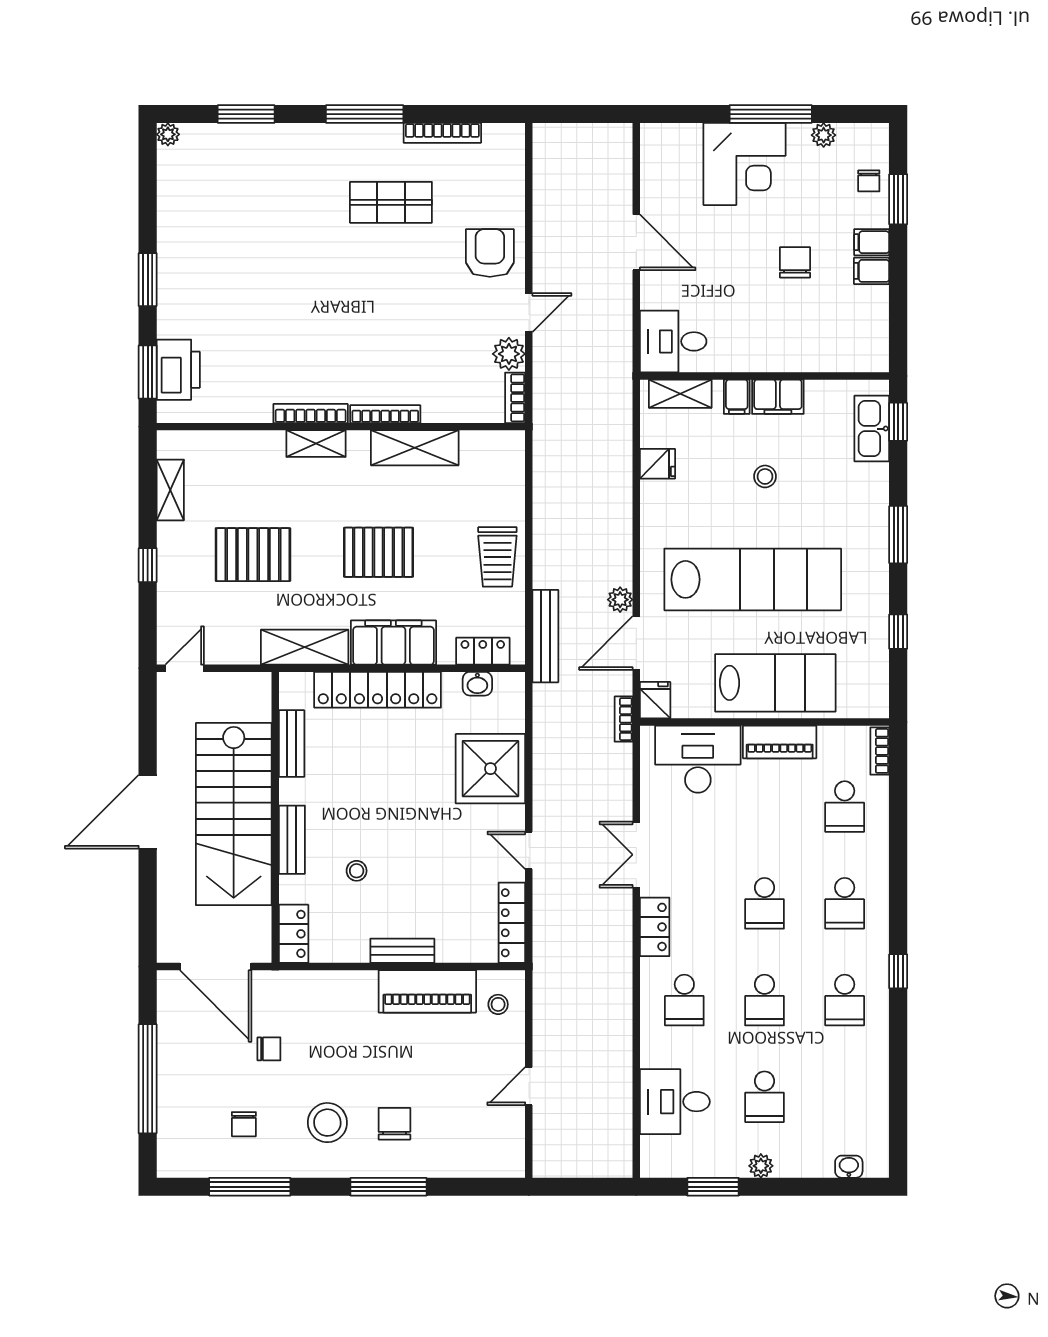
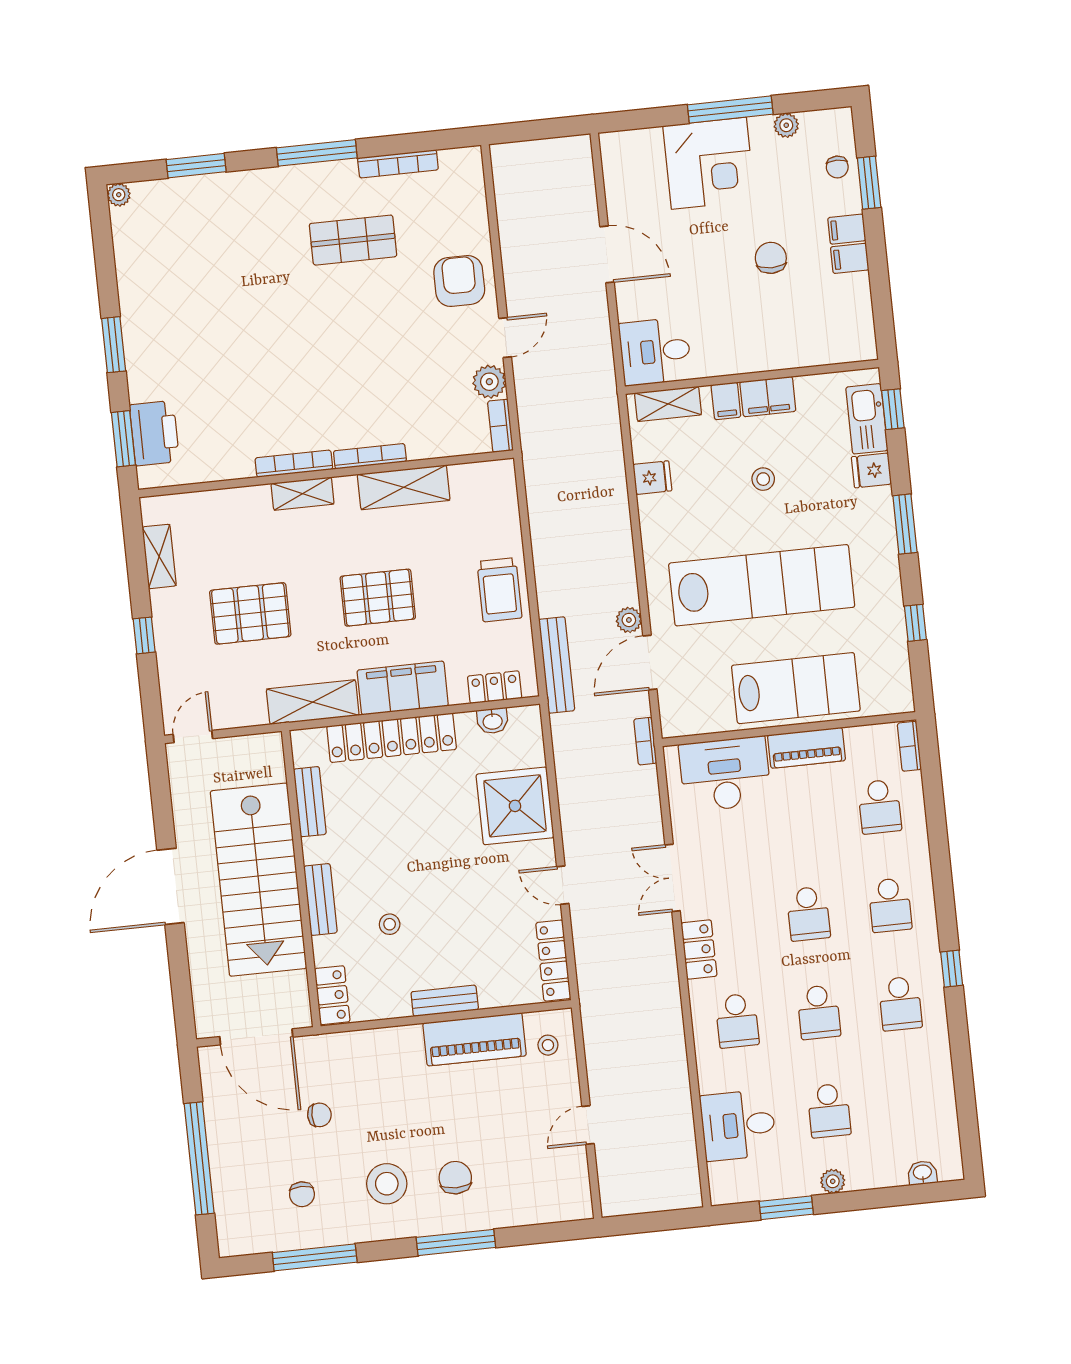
fridge: (655, 700) -> (871, 470), moved, turned -90

